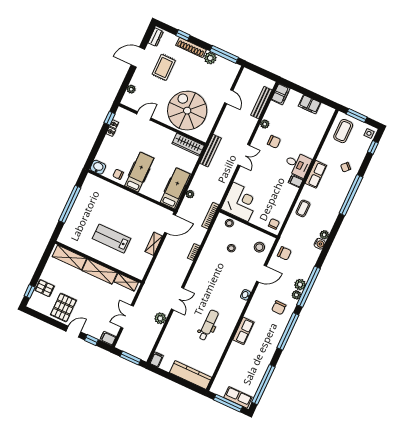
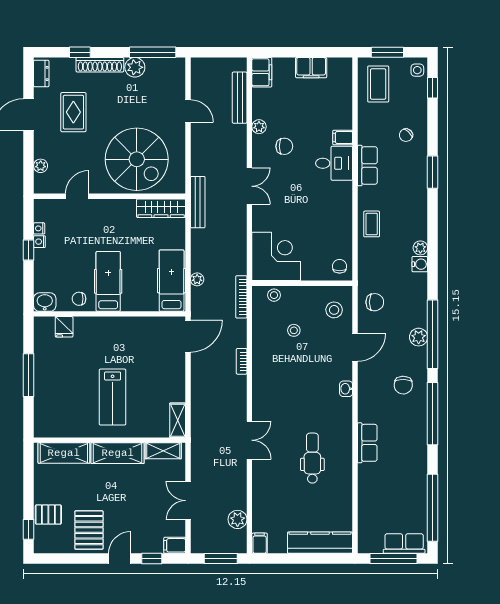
spiral stairs: (187, 111) -> (137, 159), turned 180
window: (110, 118) -> (29, 250), moved
filing cabinet: (296, 181) -> (343, 137), moved
fridge: (102, 186) -> (64, 327), added
window: (351, 195) -> (433, 172), width x0.47
window: (70, 204) -> (29, 375), width x0.68
lab bench: (111, 239) -> (113, 397), turned -90
shelving: (154, 244) -> (178, 420), moved
plant: (296, 295) -> (420, 355), removed
plant: (160, 318) -> (238, 519), moved

